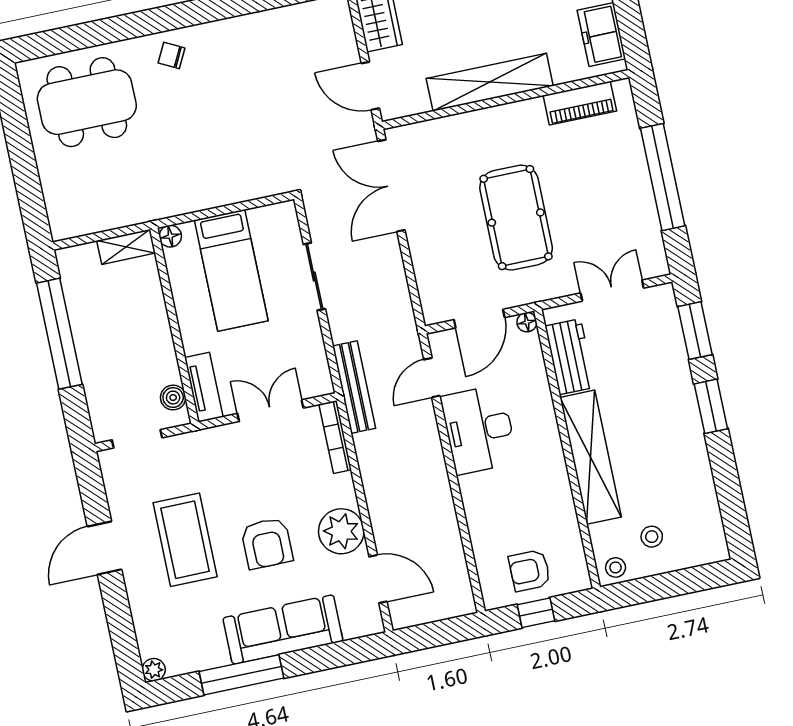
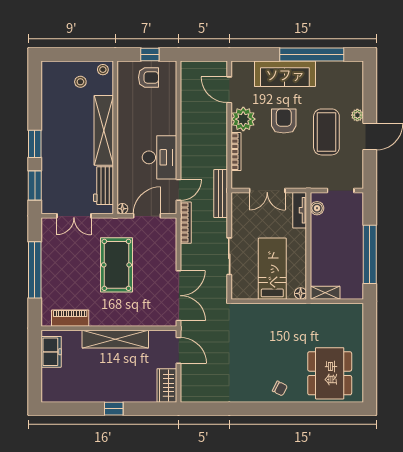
dining table: (87, 102) -> (330, 373), turned 90
bookcase: (406, 321) -> (186, 223), added
bookcase: (335, 437) -> (236, 152), moved
plant: (154, 670) -> (357, 115), moved
window: (241, 675) -> (312, 55), width x1.46

